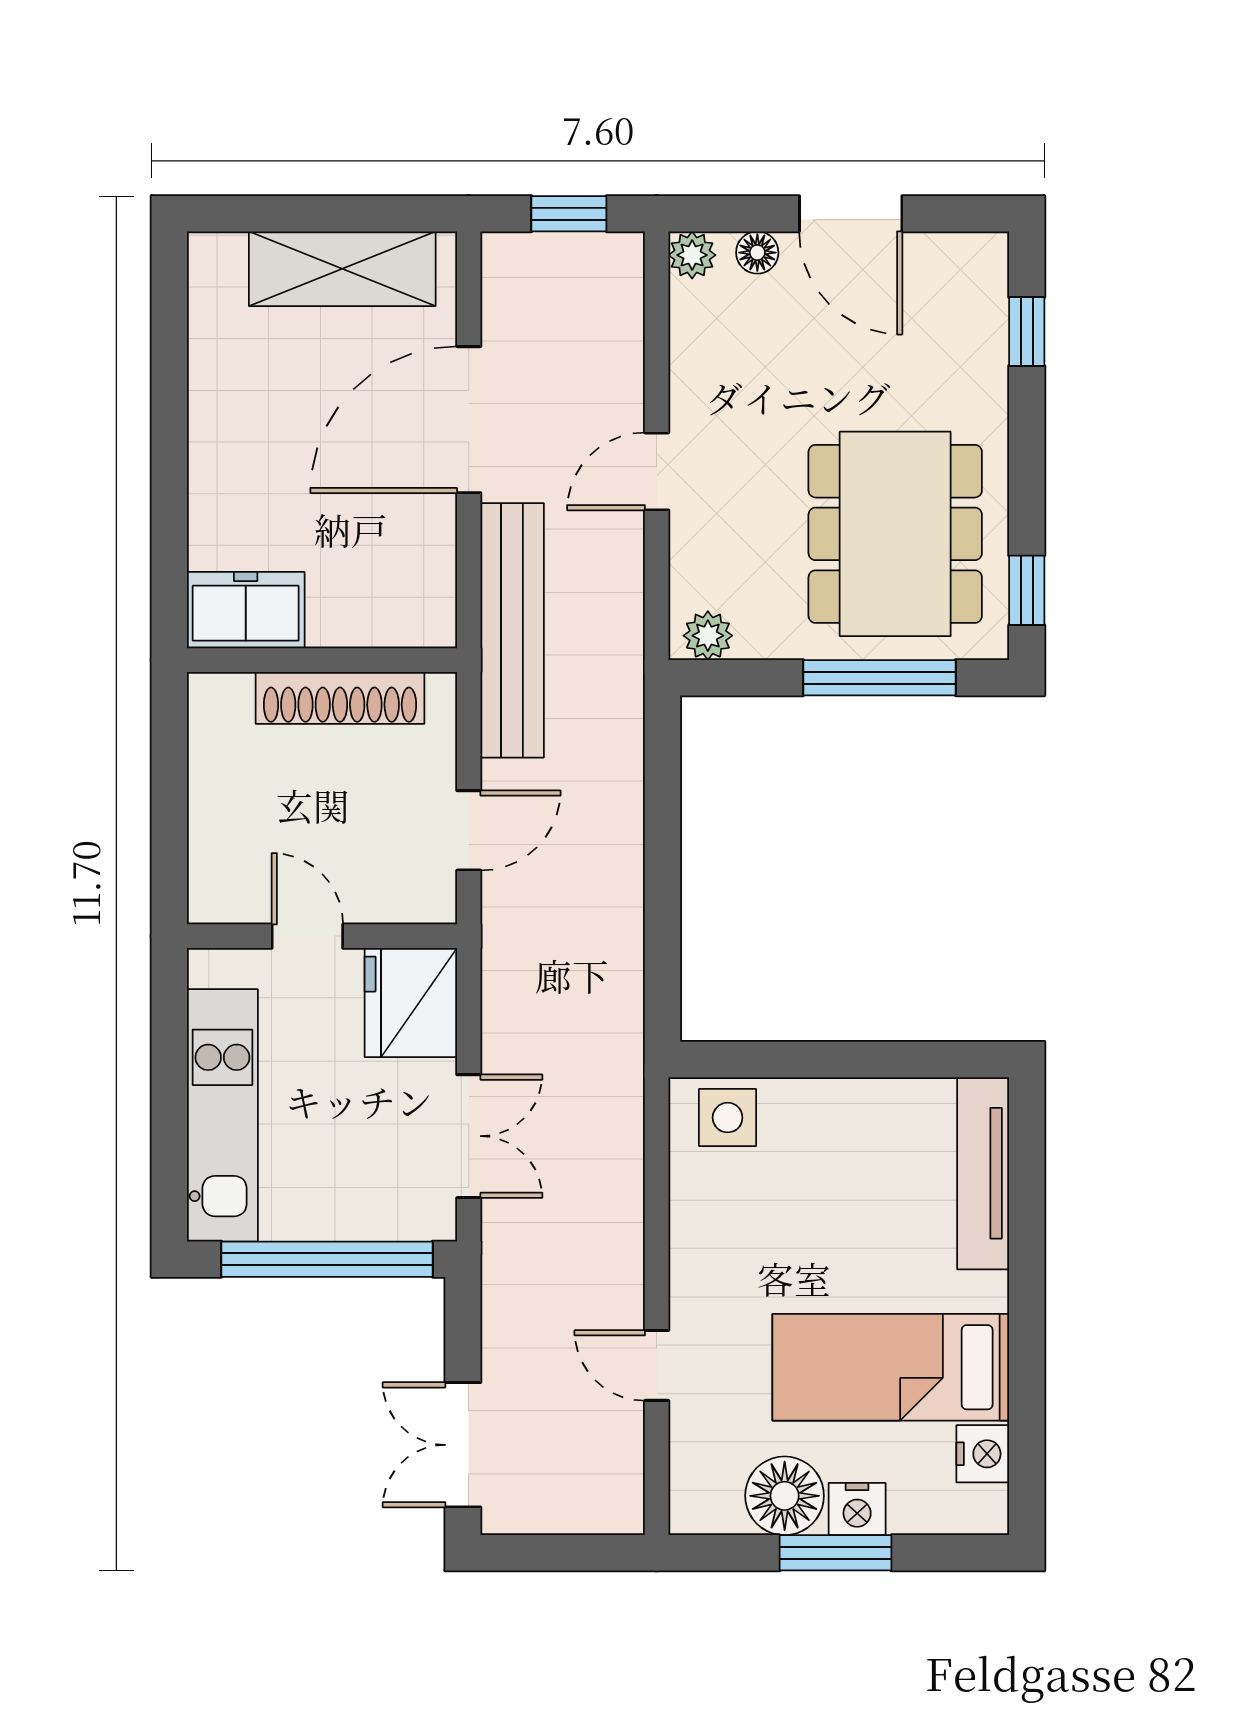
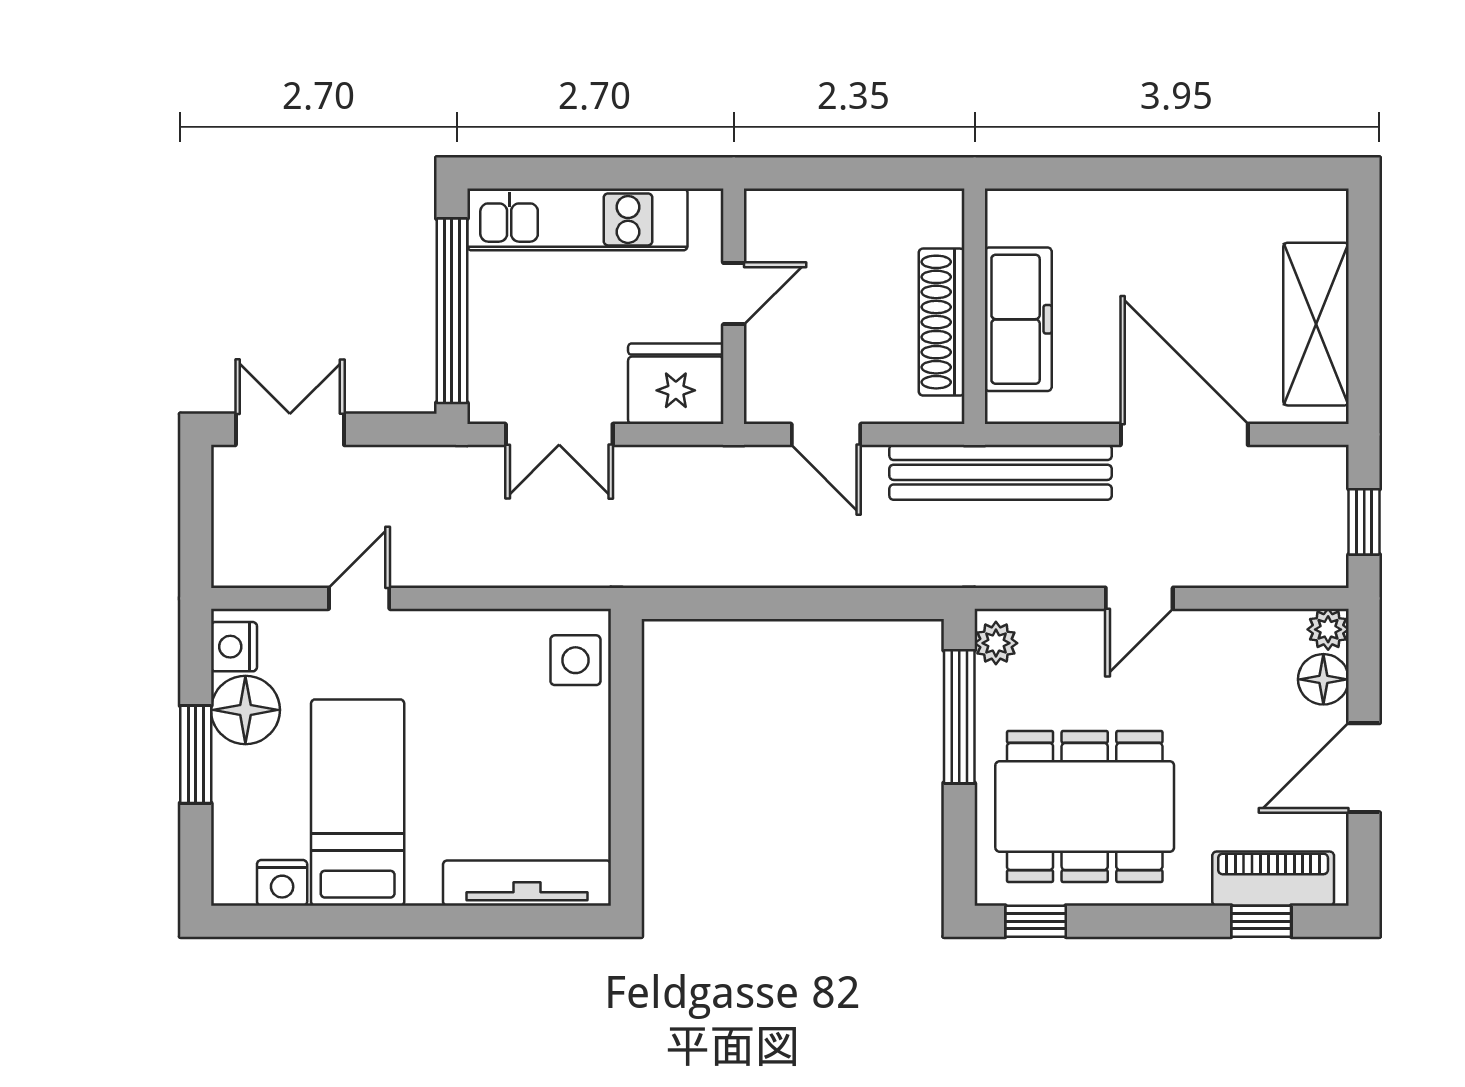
floor lamp: (757, 253) -> (1323, 679), width x1.37, depth x1.37
piano: (978, 318) -> (1273, 879), added
door: (657, 471) -> (1139, 598), swing flipped
freezer: (246, 610) -> (1018, 319), moved, width x1.40
window: (879, 678) -> (959, 717), moved
nightstand: (857, 1509) -> (234, 647), moved

